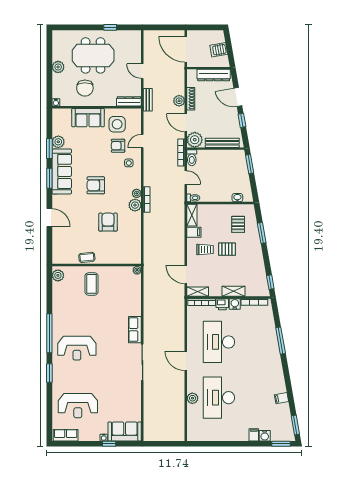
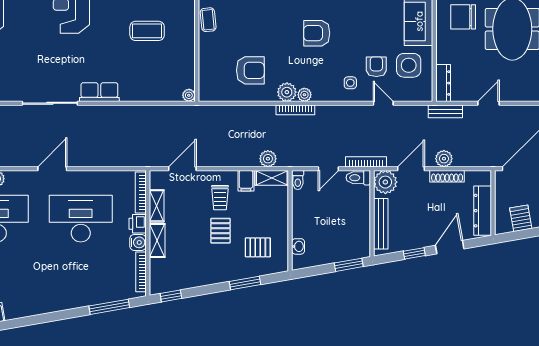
armchair: (96, 185) -> (317, 33), turned -90
plant: (179, 218) -> (268, 159), added
armchair: (108, 222) -> (250, 70), moved
coffee table: (91, 284) -> (147, 31), moved
shelving: (198, 292) -> (157, 206), moved
window: (281, 341) -> (109, 307), moved

